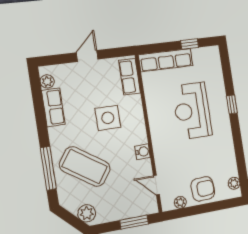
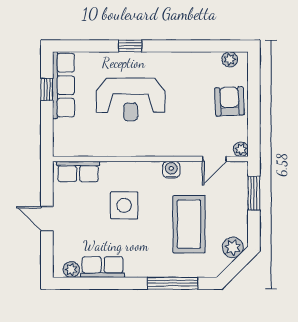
row of seats: (166, 60) -> (63, 85), moved
coffee table: (85, 167) -> (189, 224), moved, turned -35
plant: (180, 202) -> (241, 149), moved

